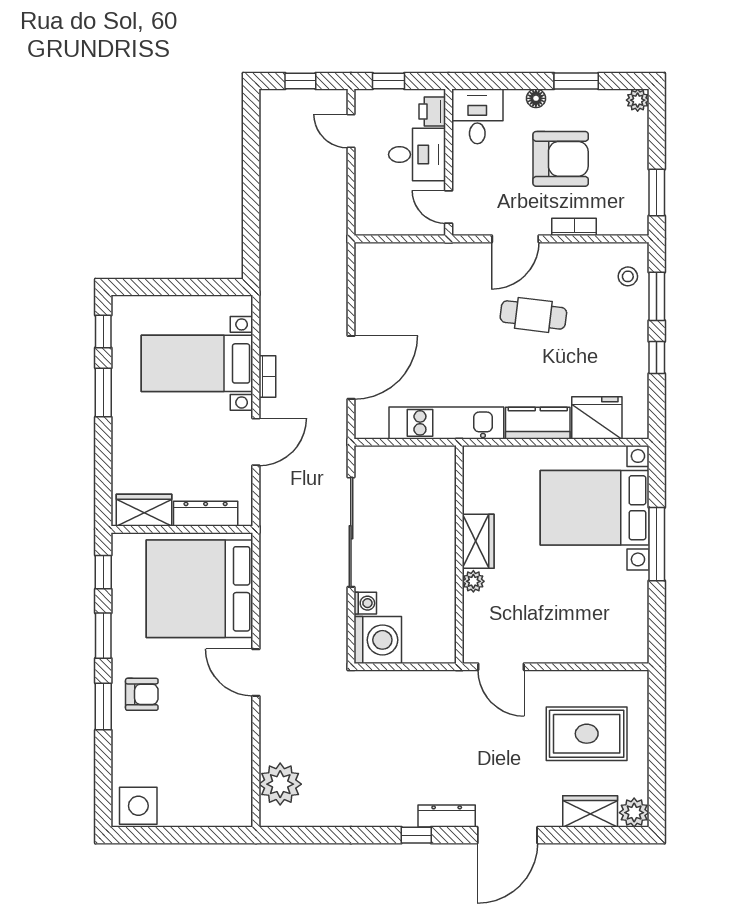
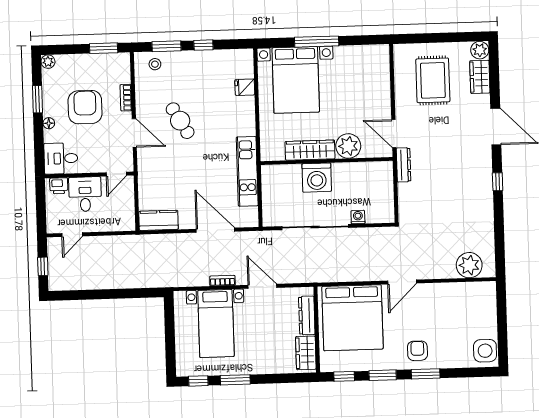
window: (389, 81) -> (41, 213), removed
cafe table: (533, 315) -> (180, 121), turned -37
fridge: (597, 418) -> (245, 87), width x0.53, depth x0.75
kitchen counter: (538, 423) -> (158, 220), moved, turned 90
wardrobe: (478, 541) -> (310, 150), width x1.50
plant: (473, 581) -> (348, 146), width x1.88, depth x1.88
washing machine: (378, 640) -> (317, 178), moved, turned 180
door: (501, 667) -> (394, 134), swing flipped
dresser: (447, 816) -> (403, 165), moved, turned 180

